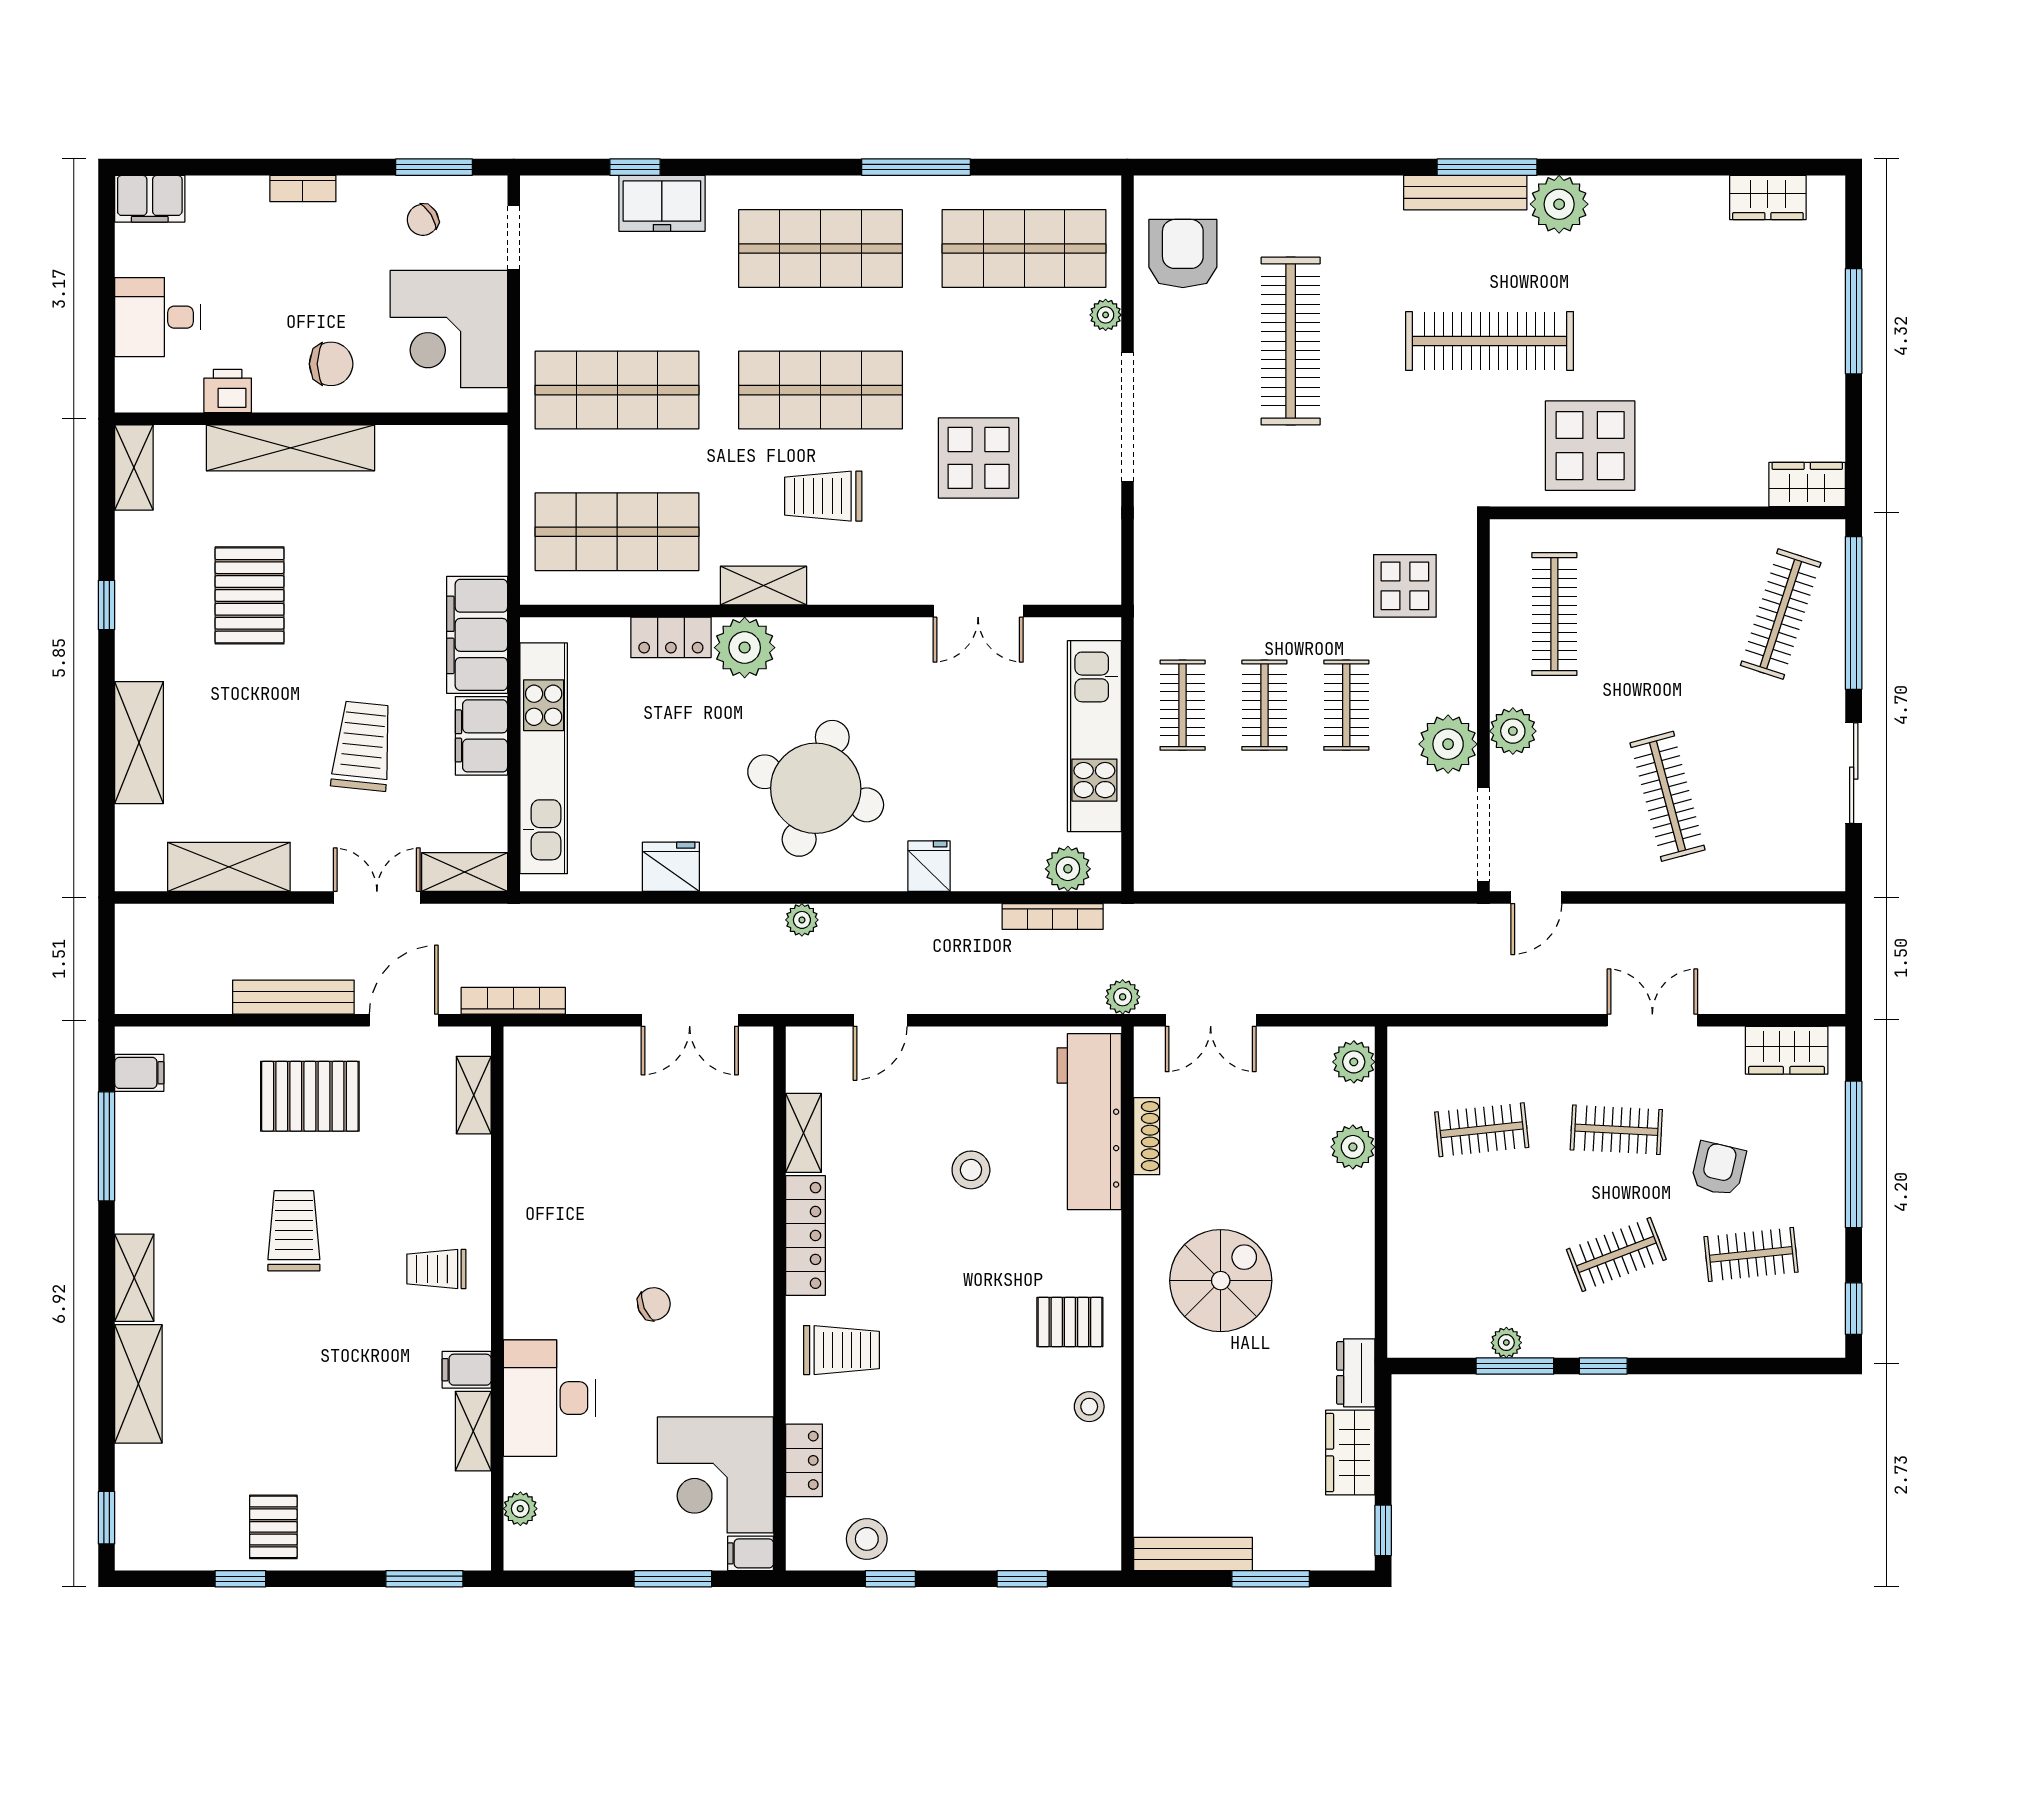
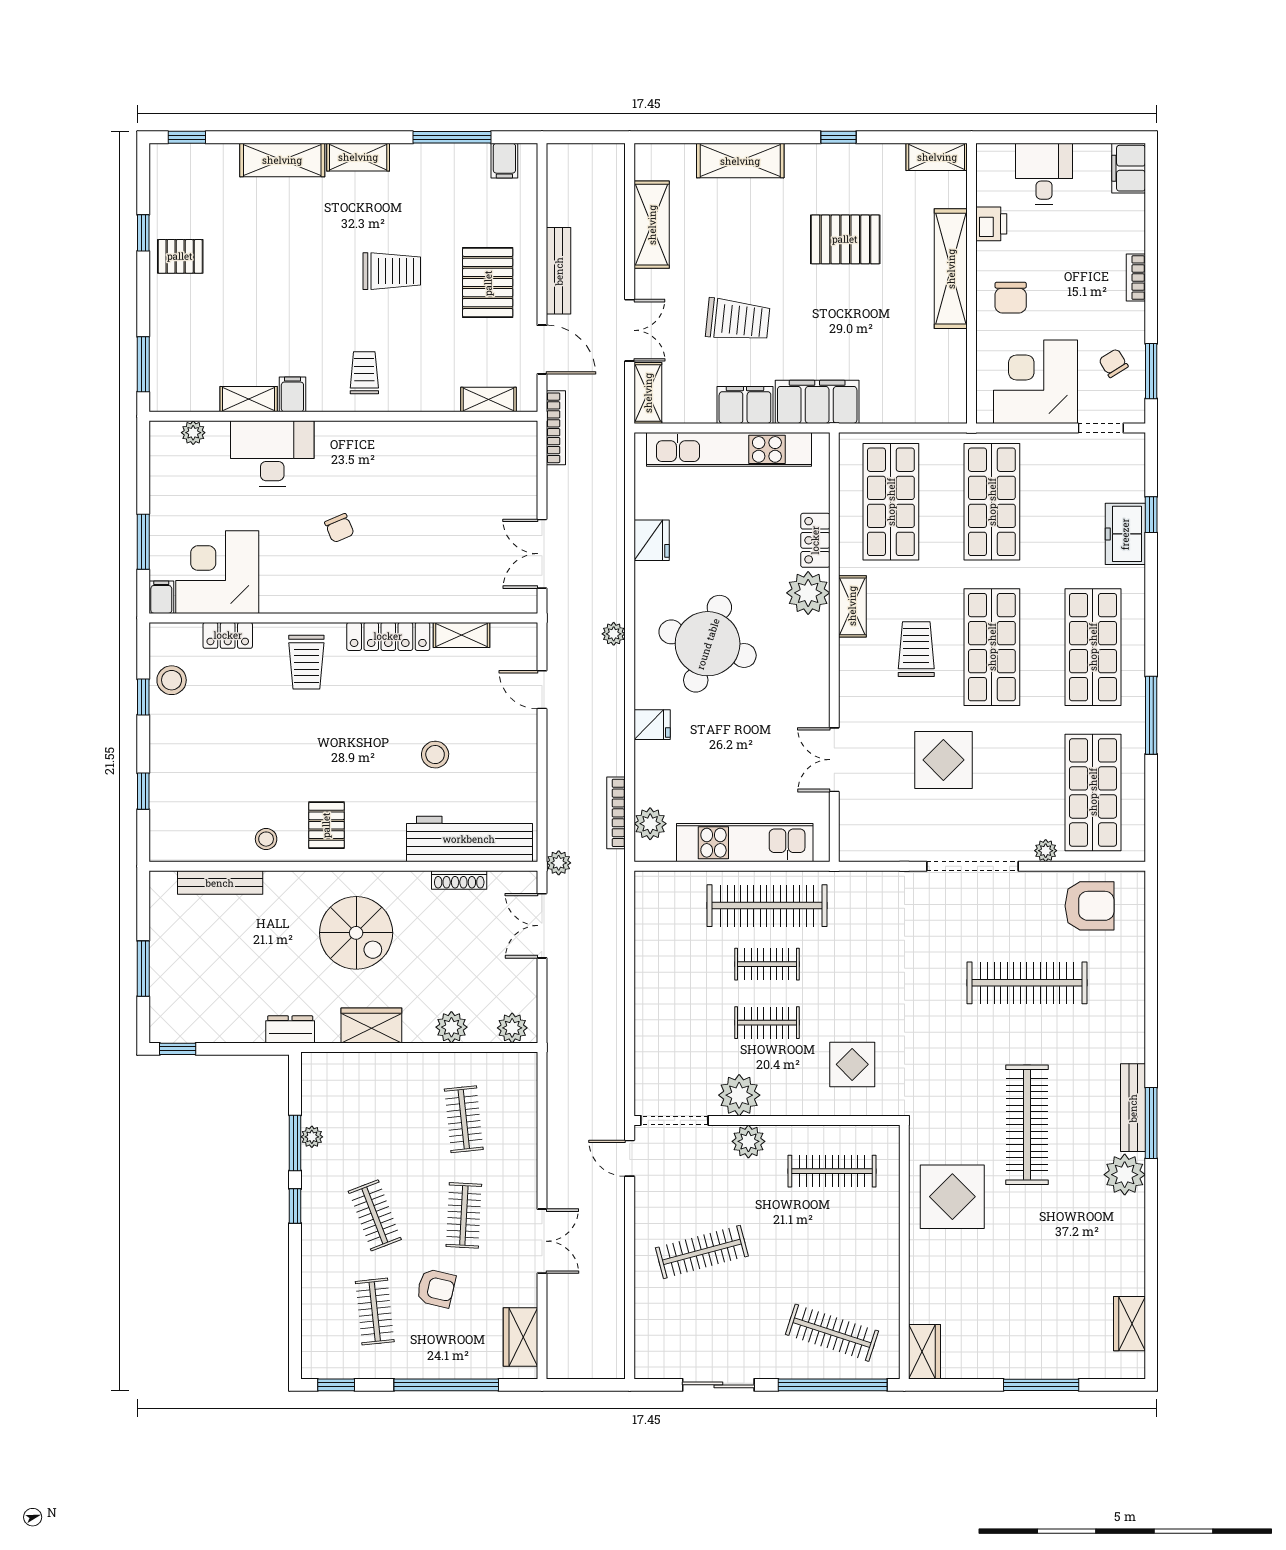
clothes rail: (1183, 705) -> (767, 906), width x1.86, depth x1.31
wardrobe: (1350, 1453) -> (371, 1025), moved
bench: (1193, 1554) -> (220, 883), moved, turned 90

